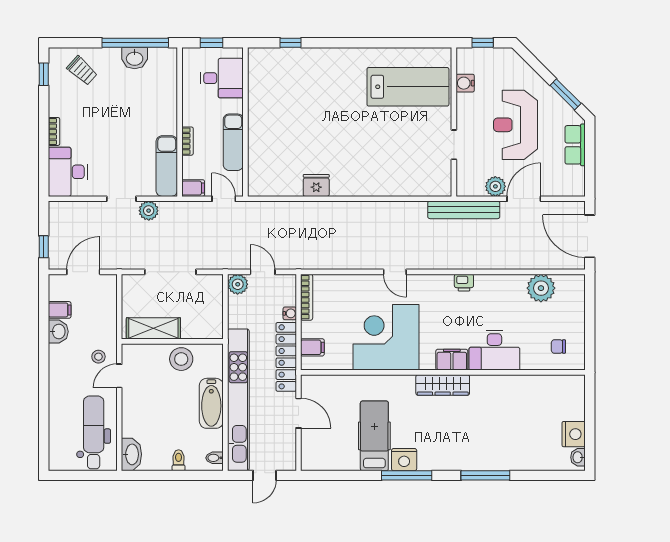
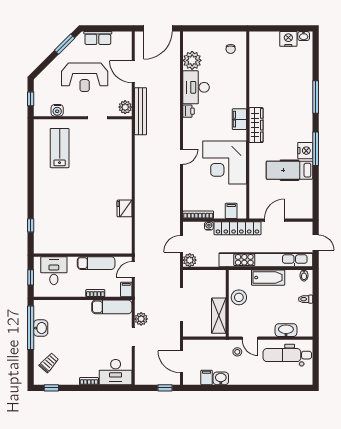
lab bench: (408, 87) -> (60, 148), width x0.73, depth x0.72
plant: (495, 186) -> (125, 107), moved
desk: (494, 350) -> (196, 87), moved, turned 180
washbasin: (131, 454) -> (286, 330), moved

